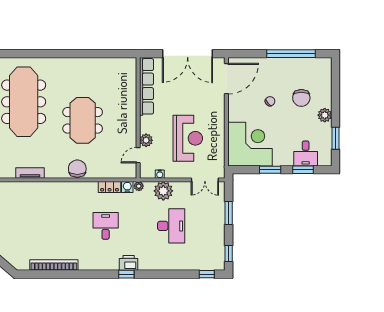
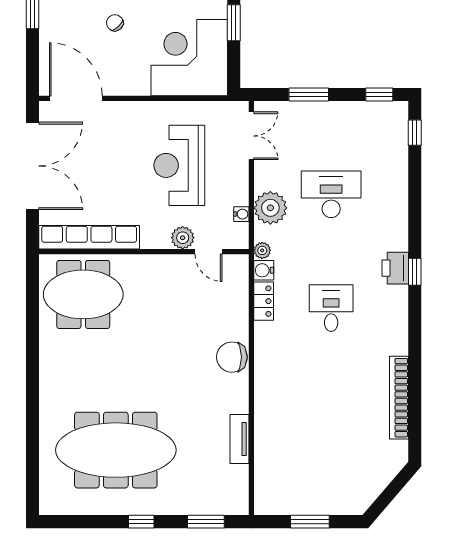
meeting table: (83, 120) -> (83, 294), moved
reception desk: (188, 138) -> (179, 165), turned -90
desk: (106, 226) -> (331, 308), turned 90

